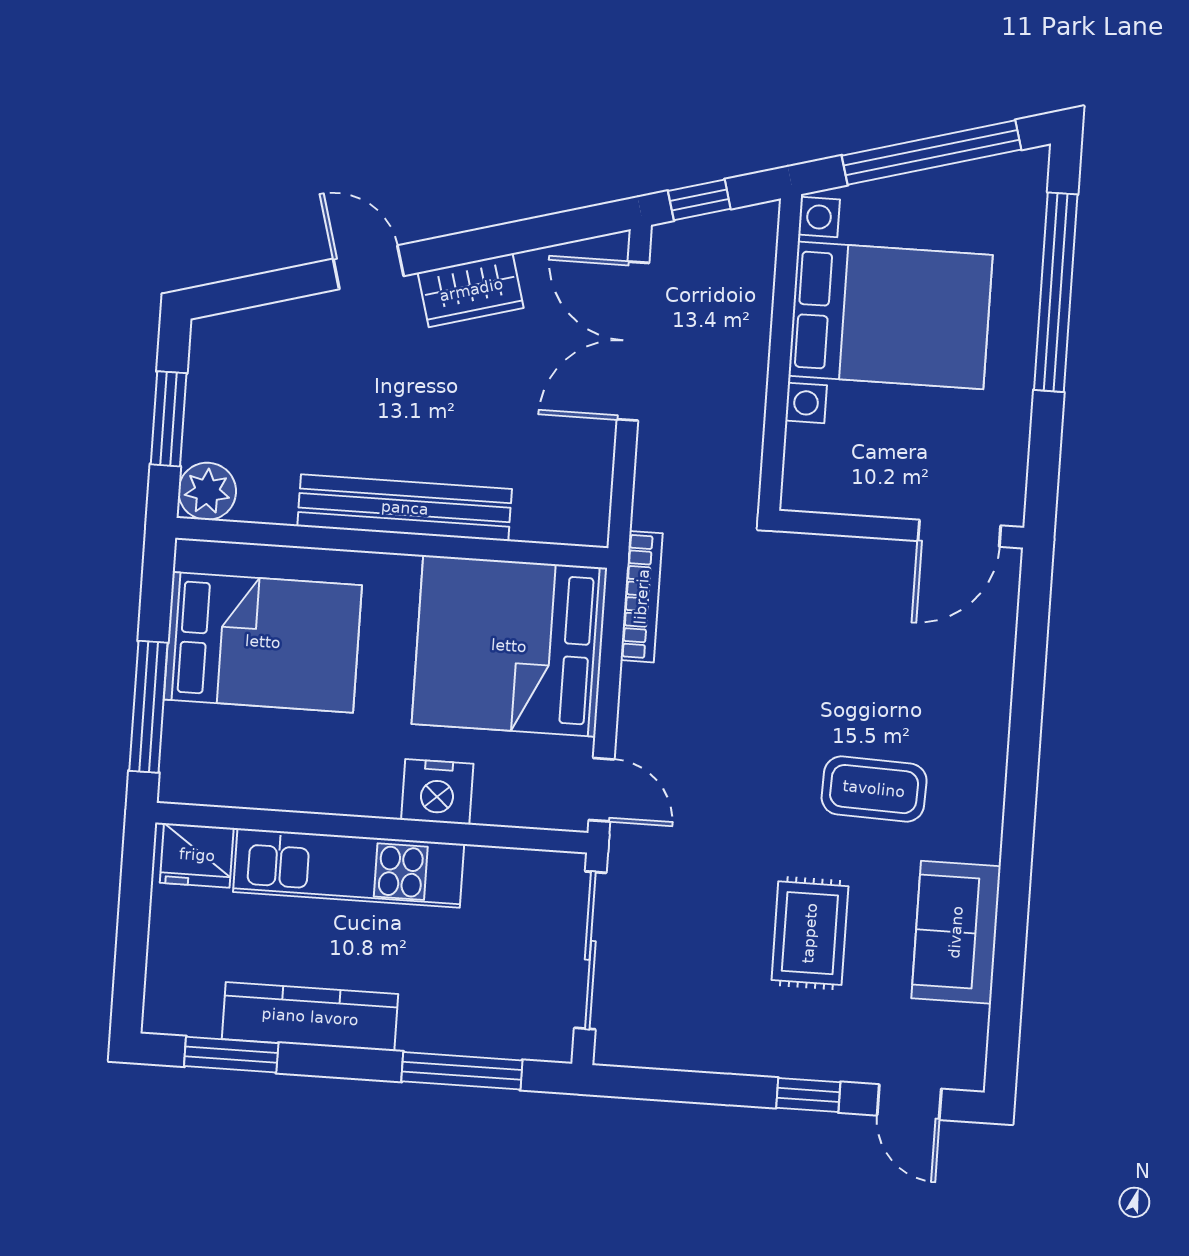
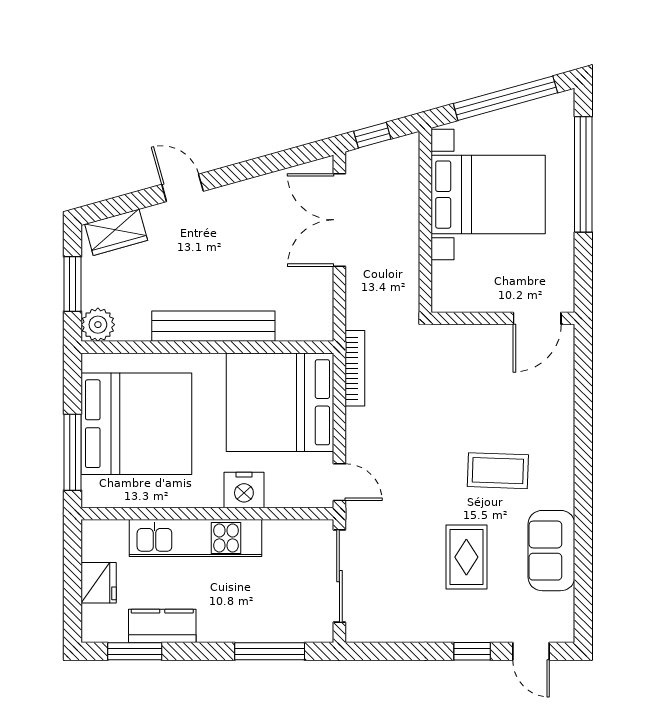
wardrobe: (471, 290) -> (116, 232), moved
bed: (263, 642) -> (136, 424), width x1.36
fridge: (197, 855) -> (99, 583), moved, turned -90
kitchen counter: (310, 1017) -> (162, 626), width x0.67

